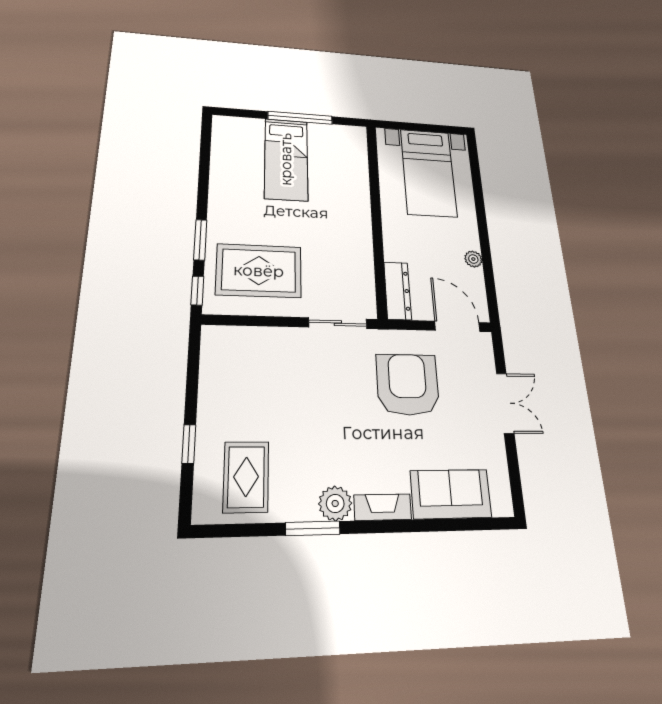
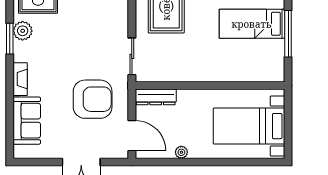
door: (457, 326) -> (132, 136), hinge flipped
plant: (335, 503) -> (23, 31), moved

